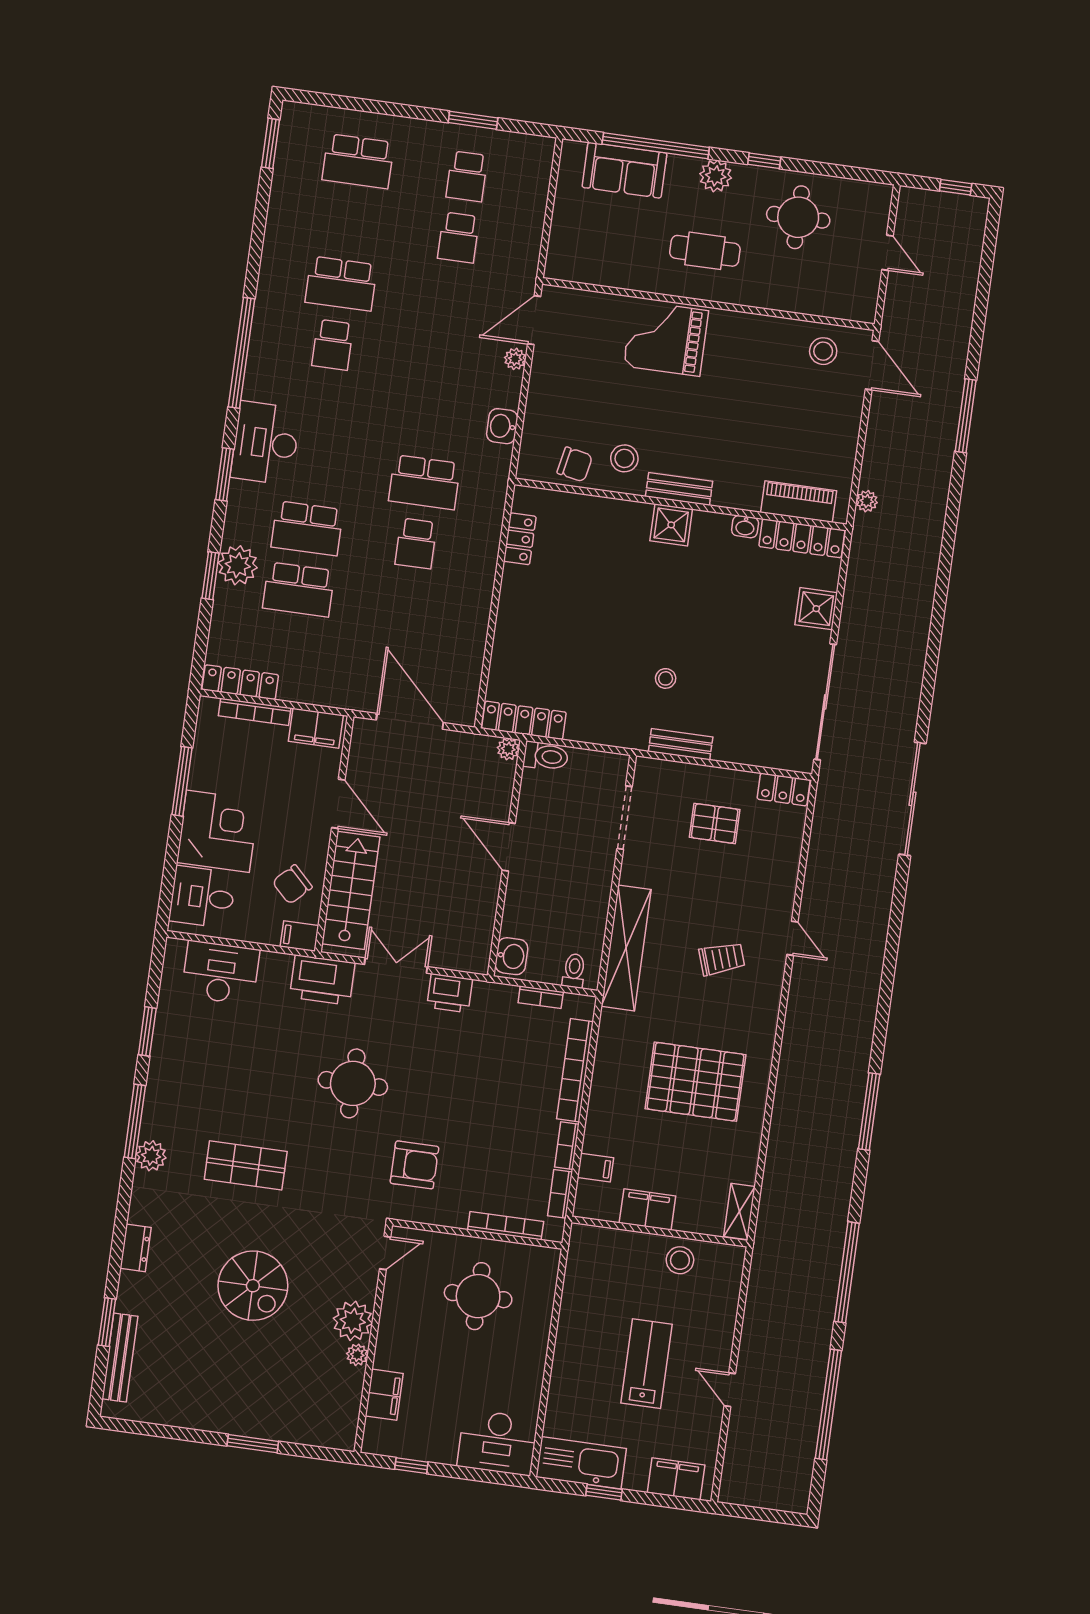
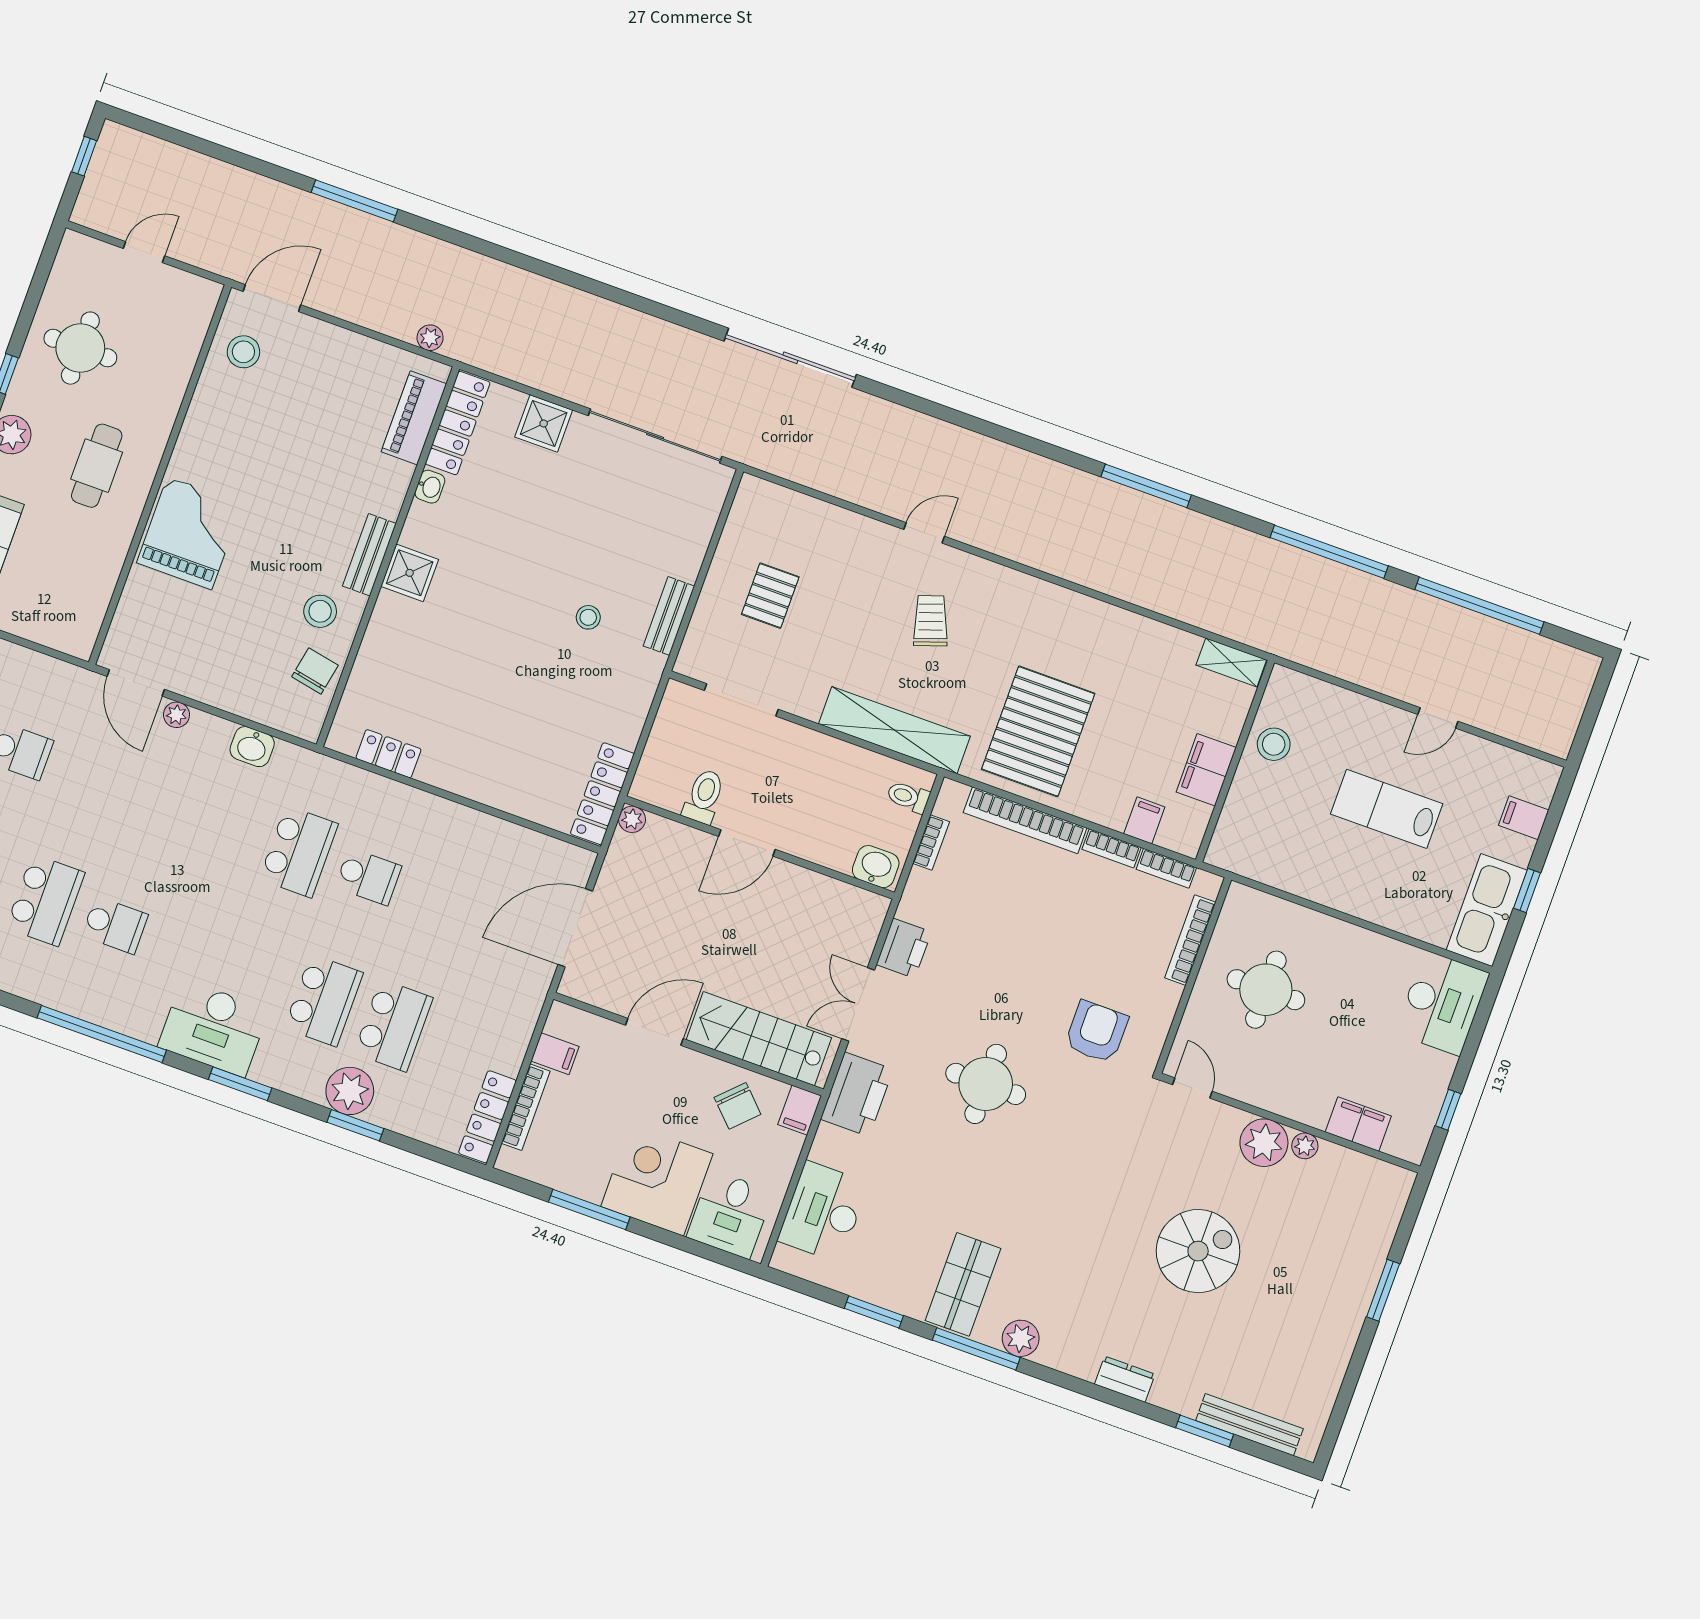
grand piano: (666, 338) -> (190, 533), turned 180
filing cabinet: (316, 728) -> (555, 1054), width x0.50
toilet: (546, 756) -> (704, 796), moved
locker: (784, 789) -> (747, 506), removed
pallet: (695, 1082) -> (1038, 731), moved
shop shelf: (246, 1165) -> (963, 1284), moved
filing cabinet: (676, 1479) -> (1524, 818), width x0.50

